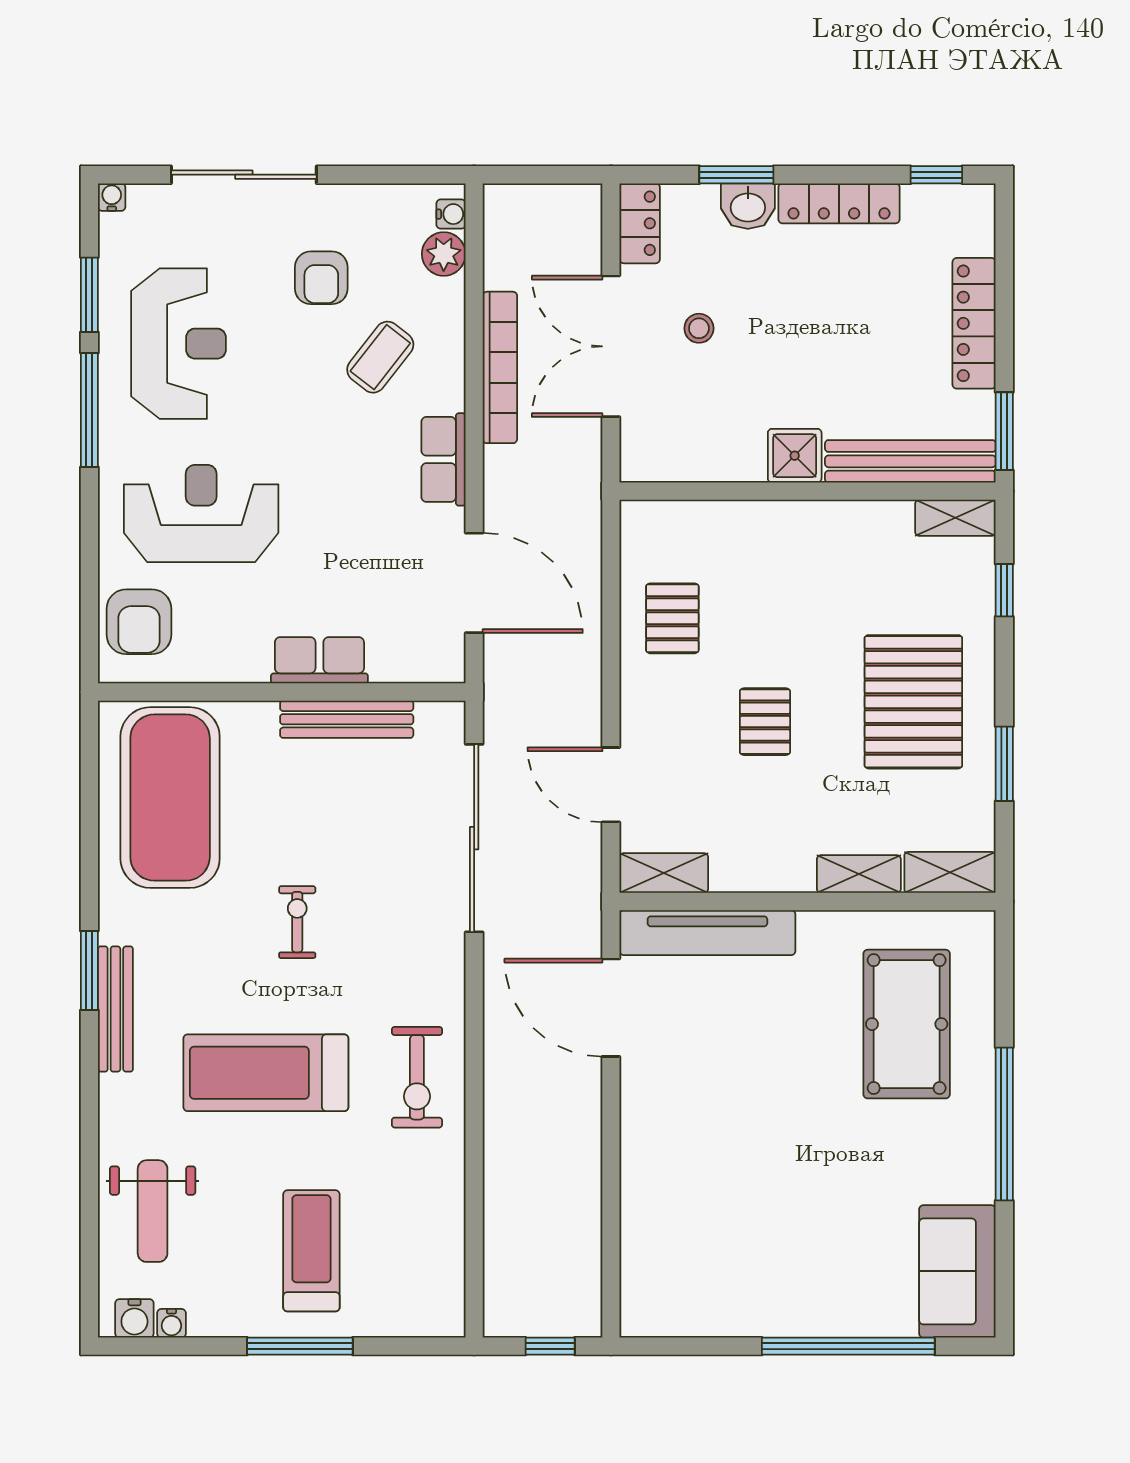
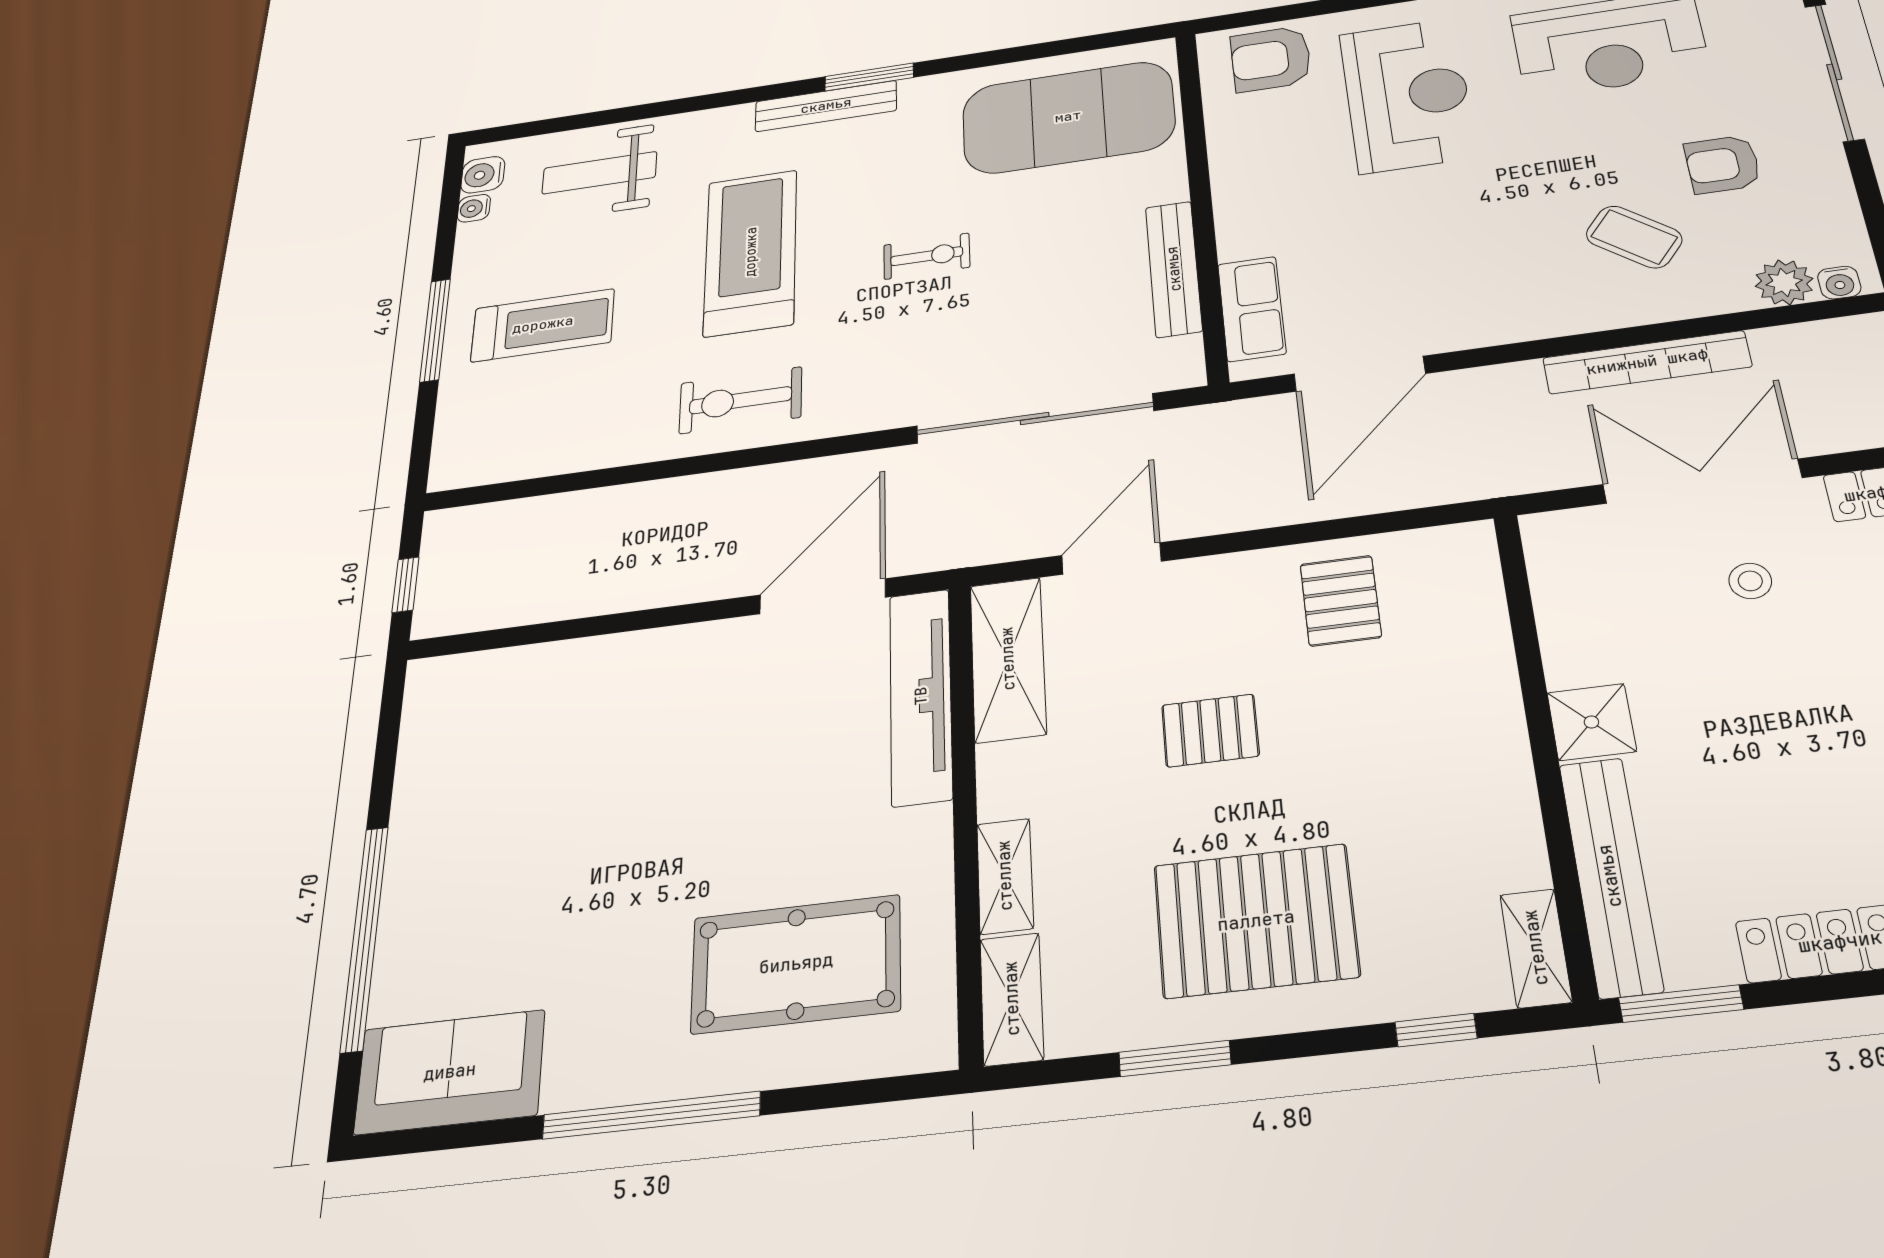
row of seats: (443, 459) -> (1514, 320), removed
pallet: (672, 618) -> (1341, 601), turned 90
row of seats: (319, 660) -> (1252, 309), moved
shelving: (664, 873) -> (1008, 659), width x1.50, depth x1.33

